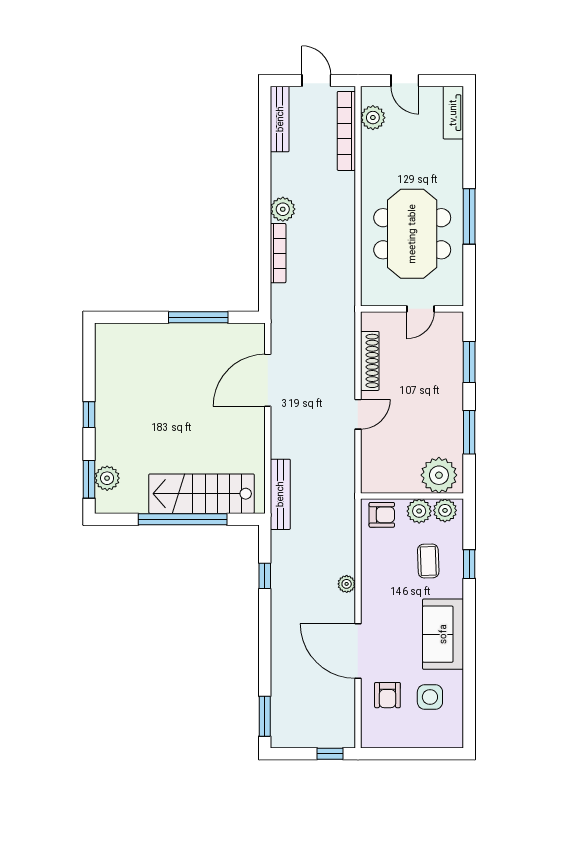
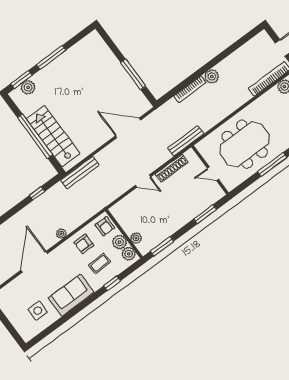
bench: (280, 119) -> (186, 141), moved
window: (89, 415) -> (51, 57), width x2.17
window: (469, 432) -> (162, 246), moved
plant: (439, 475) -> (136, 238), width x0.53, depth x0.53
armchair: (387, 695) -> (84, 244), moved

